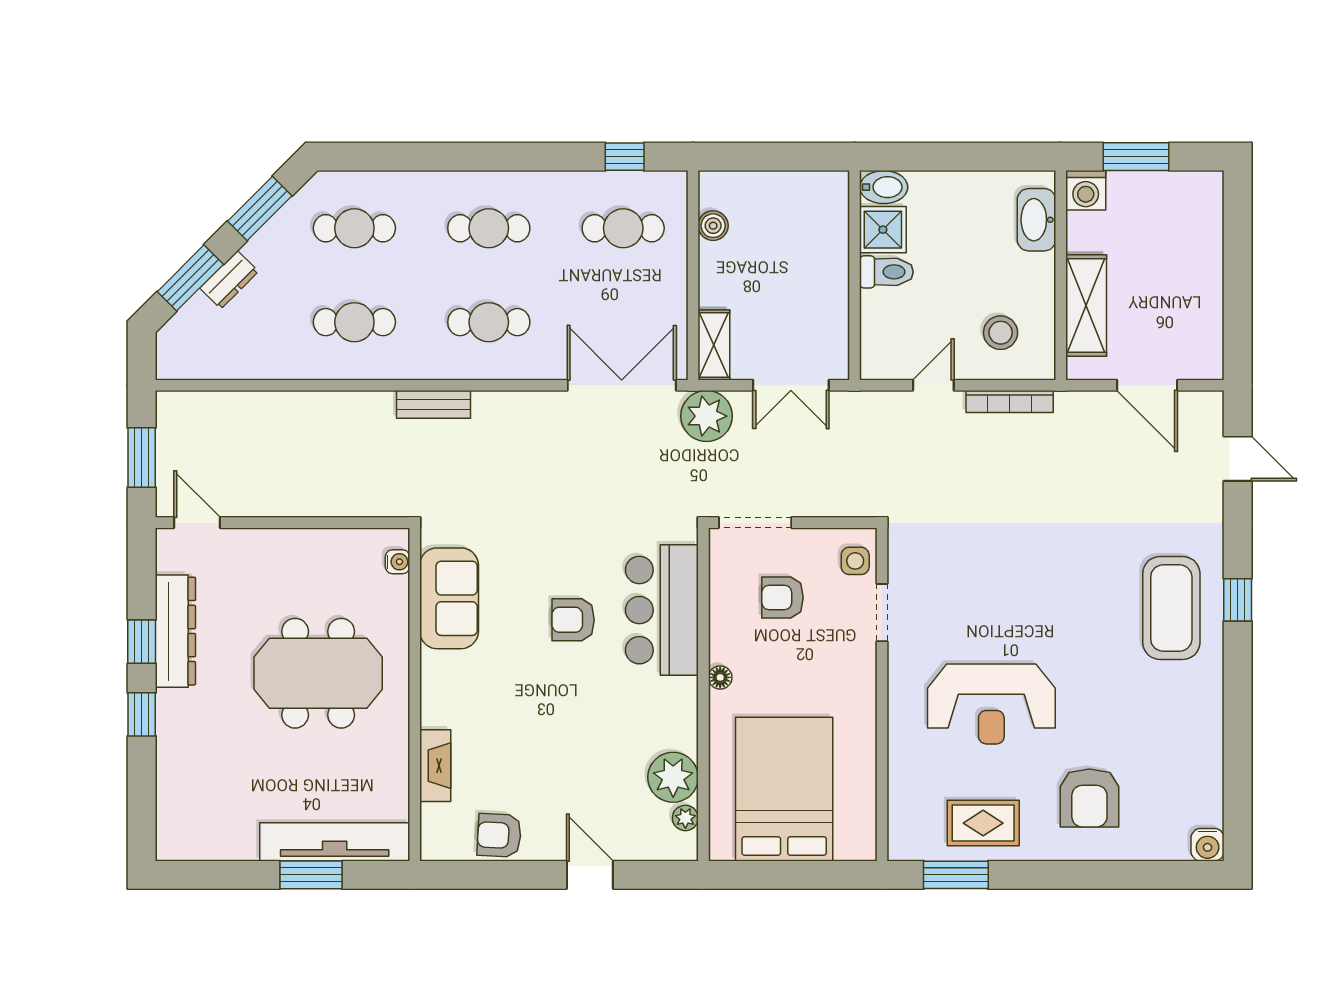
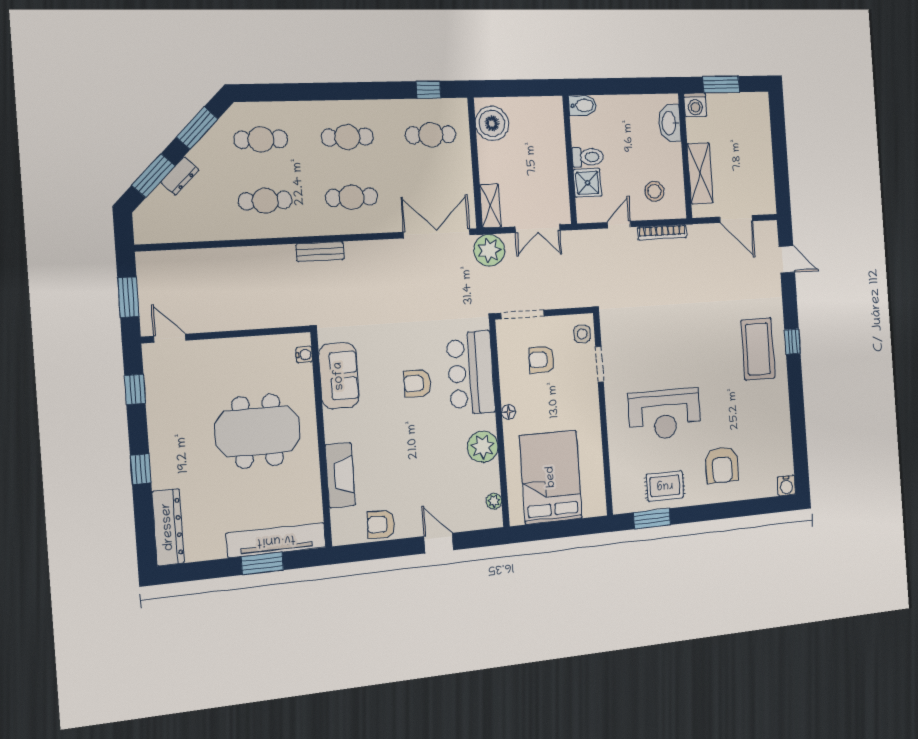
boiler: (713, 226) -> (492, 123), width x1.86, depth x1.86
shower: (883, 230) -> (588, 183), moved
dresser: (175, 631) -> (168, 527), moved
window: (142, 642) -> (135, 389), moved
fireplace: (435, 766) -> (340, 475), width x1.37, depth x1.32
plant: (673, 777) -> (483, 447), moved

